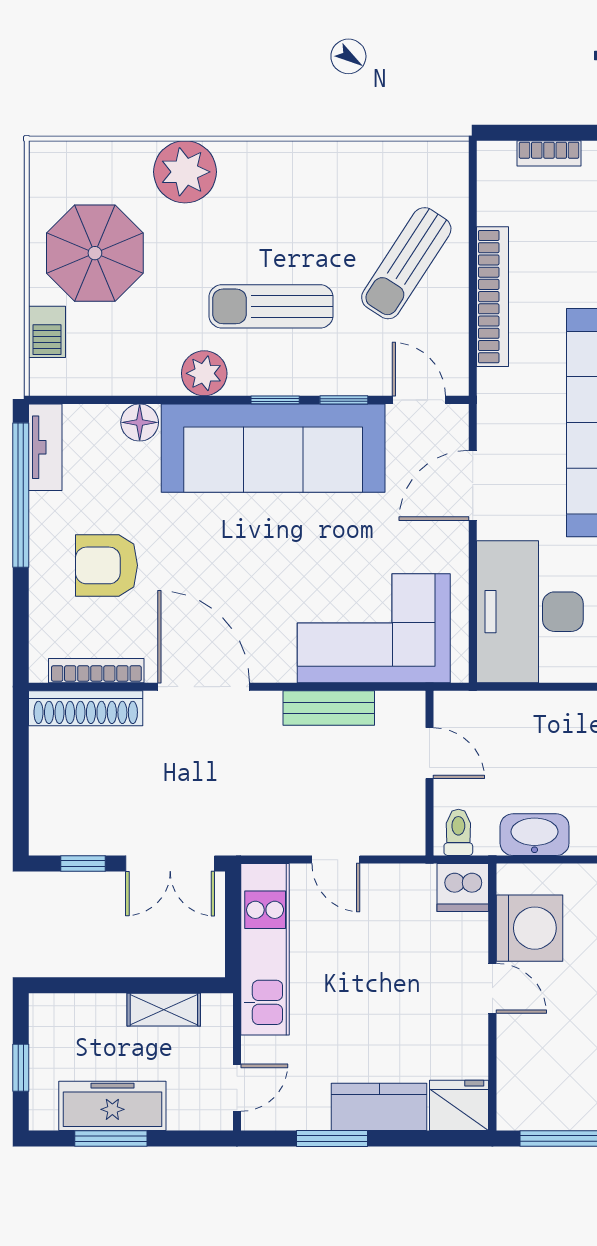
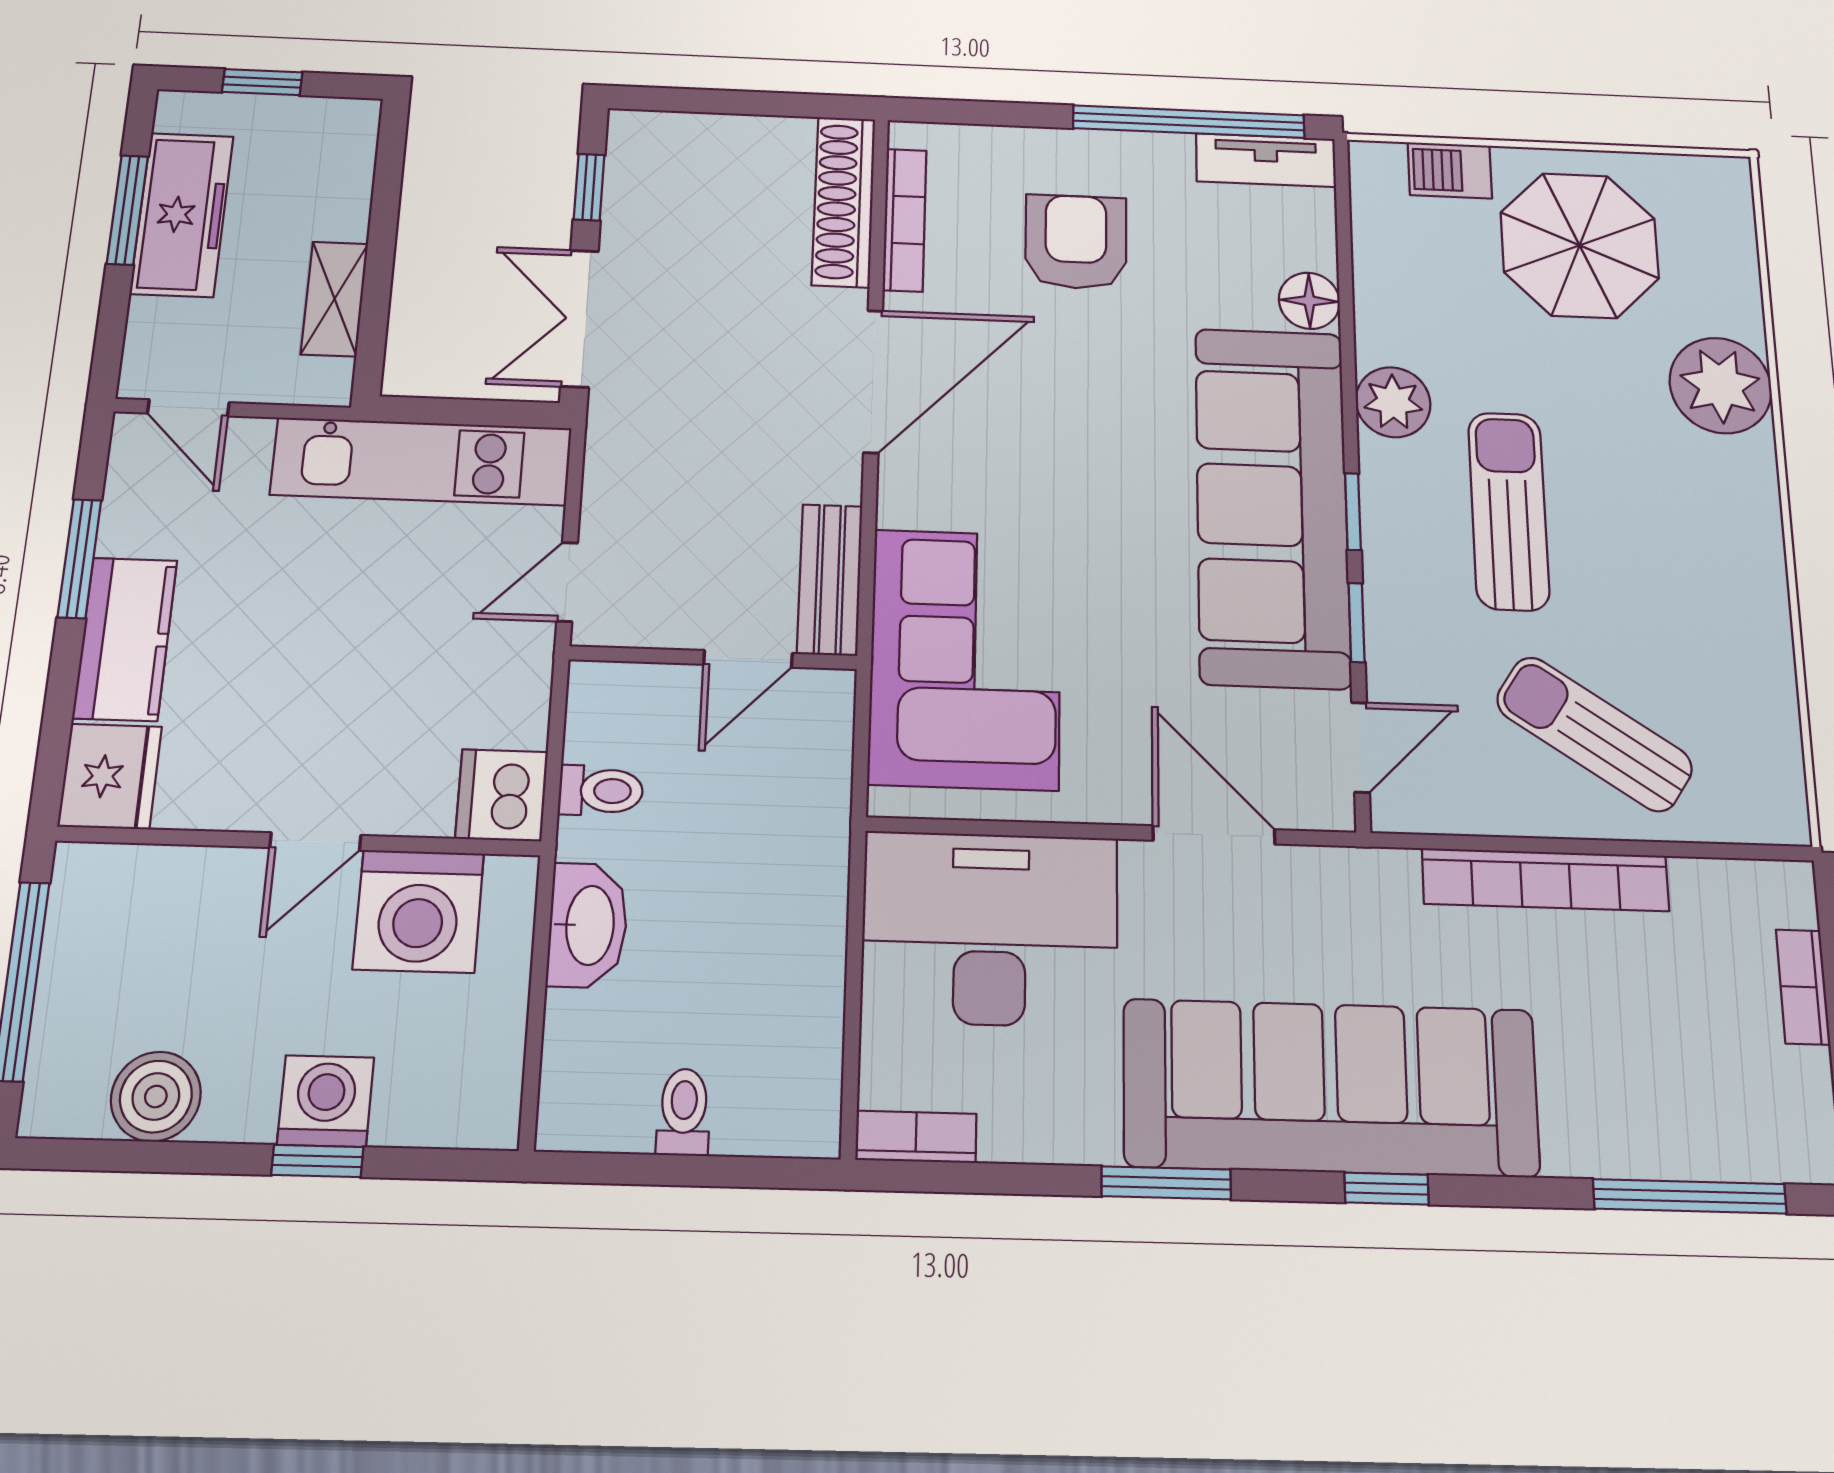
door: (429, 753) -> (748, 659), moved
wall: (429, 773) -> (713, 658), moved

